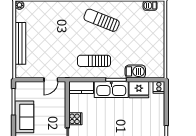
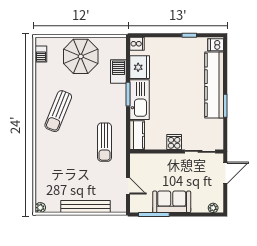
parasol: (148, 39) -> (81, 56), added
sun lounger: (94, 61) -> (105, 142), moved
door: (51, 80) -> (128, 186), moved

